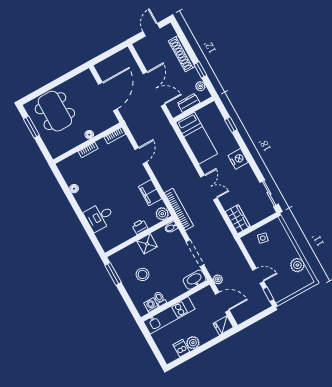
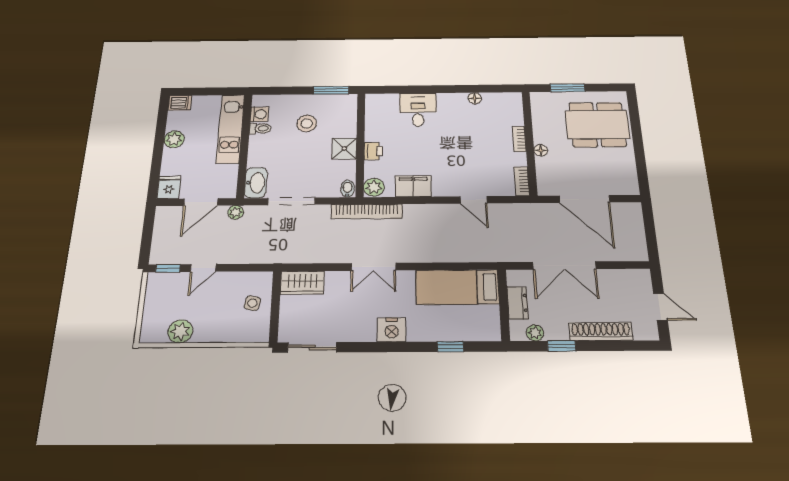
window: (31, 127) -> (567, 88), moved
dishwasher: (181, 348) -> (180, 103), moved

